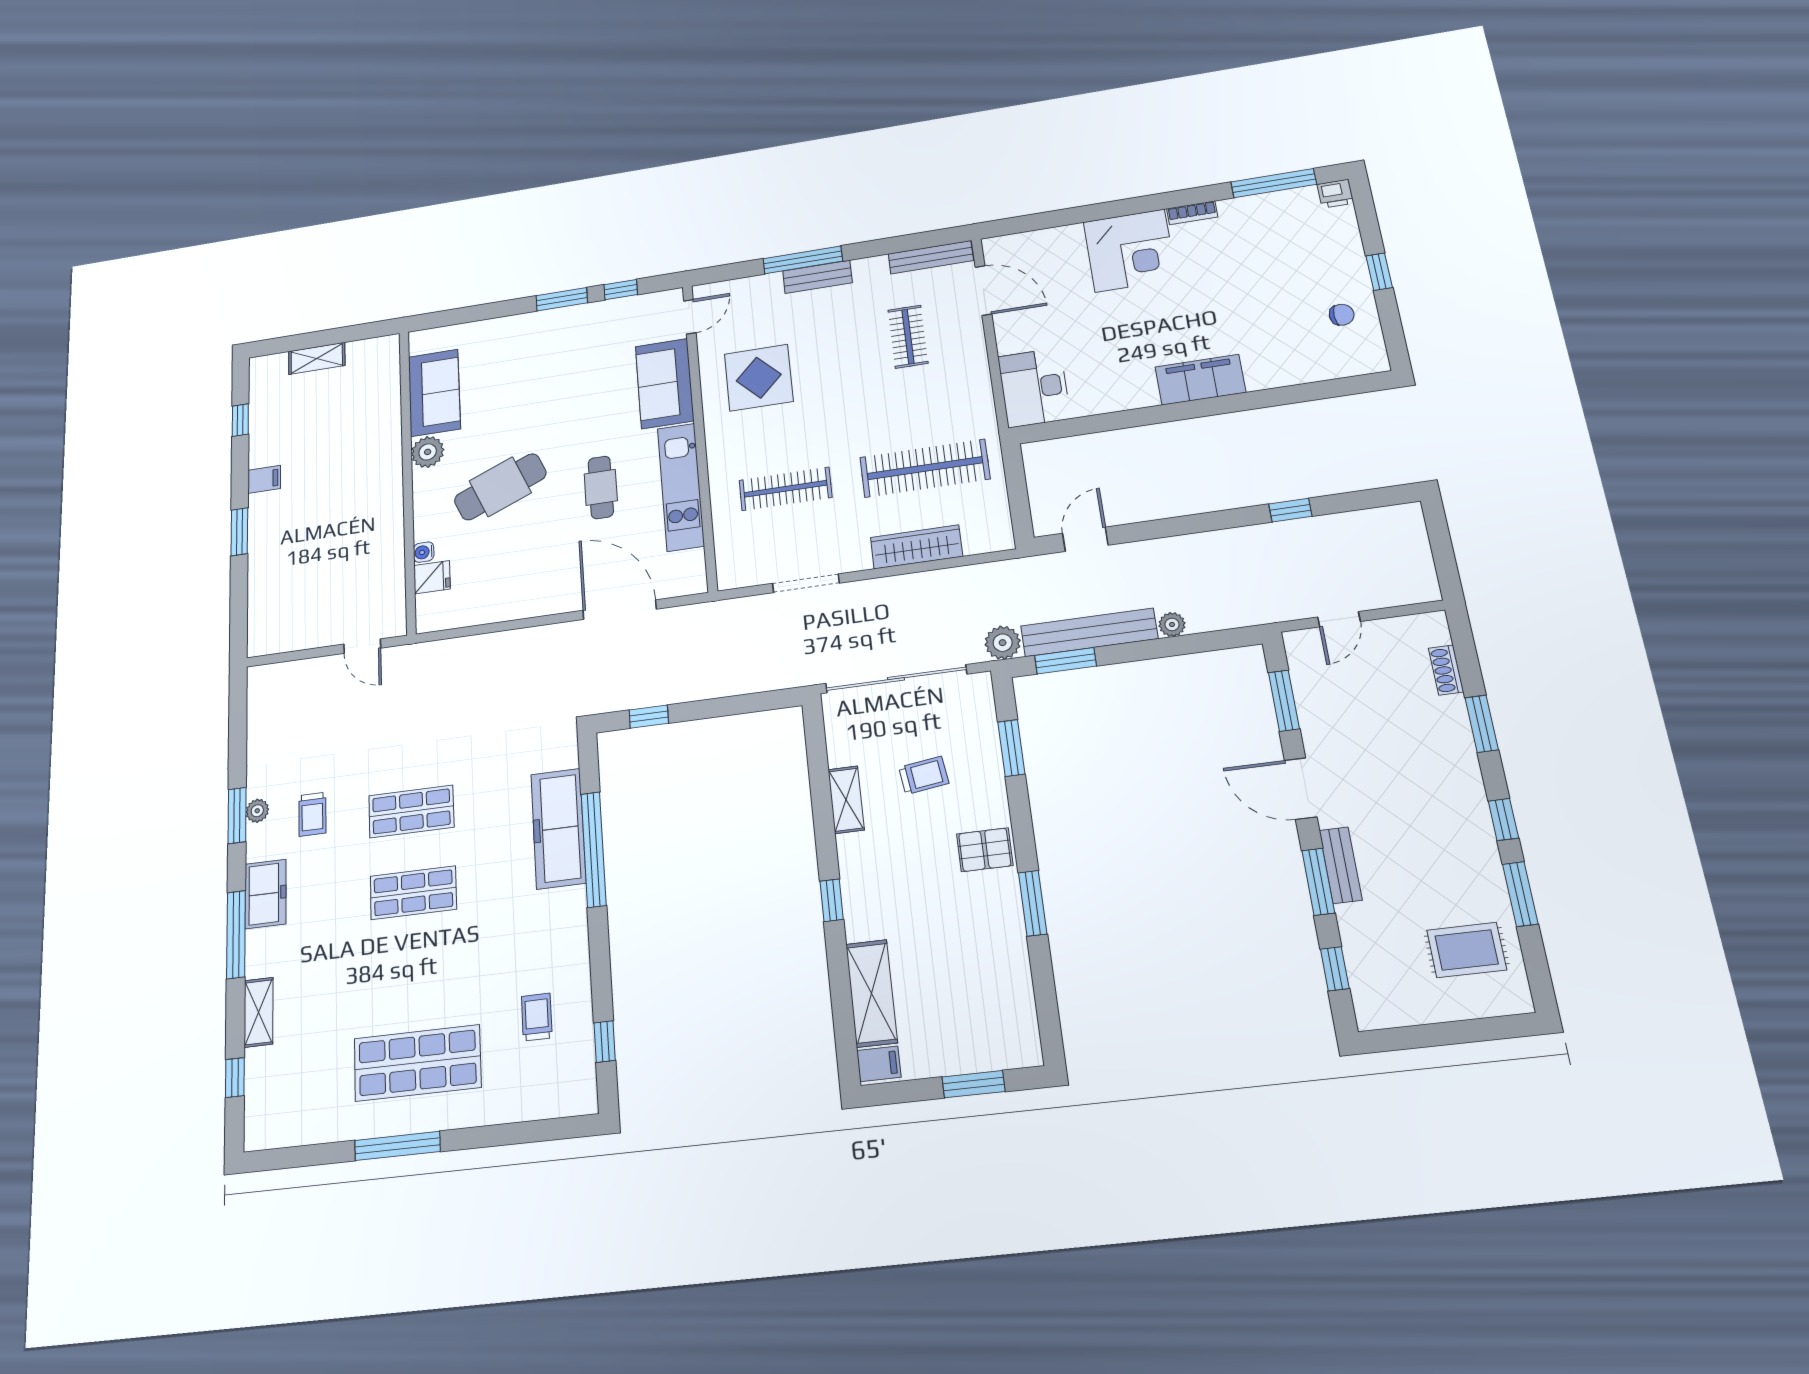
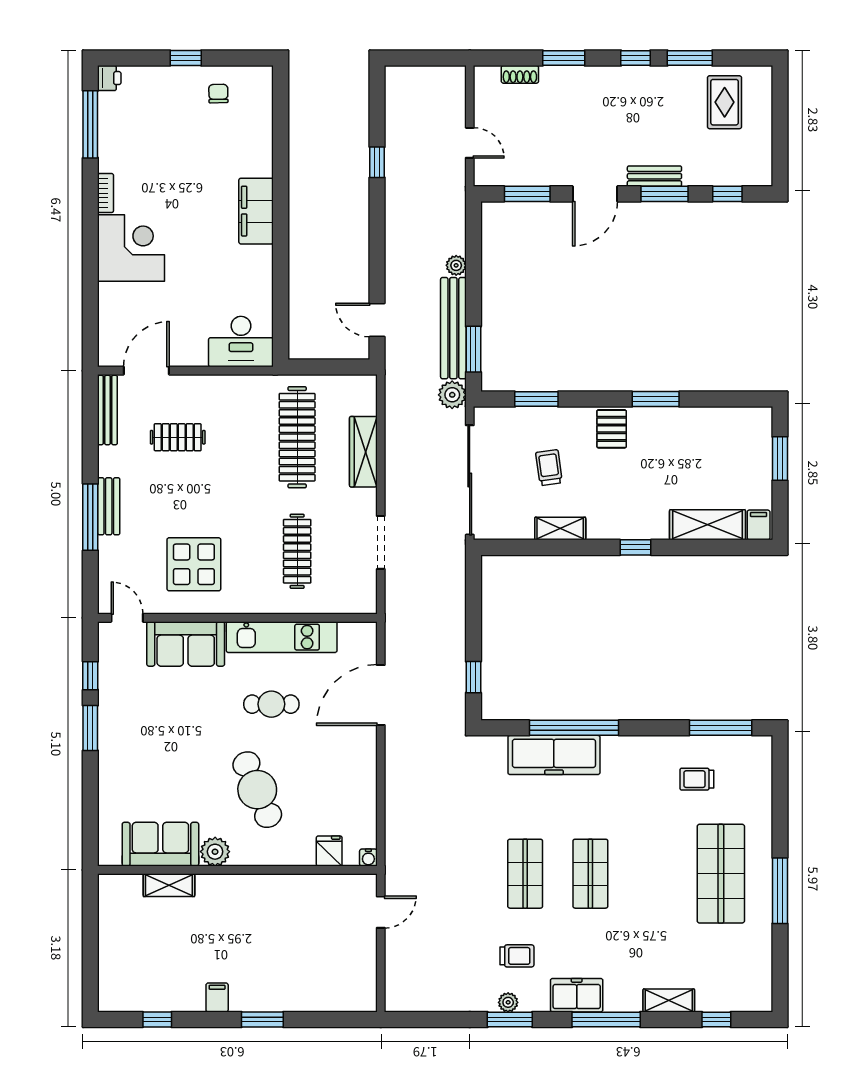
shelving: (317, 358) -> (169, 885), moved, turned 90
water cooler: (424, 552) -> (368, 858), moved
window: (605, 1042) -> (721, 728), width x2.17

